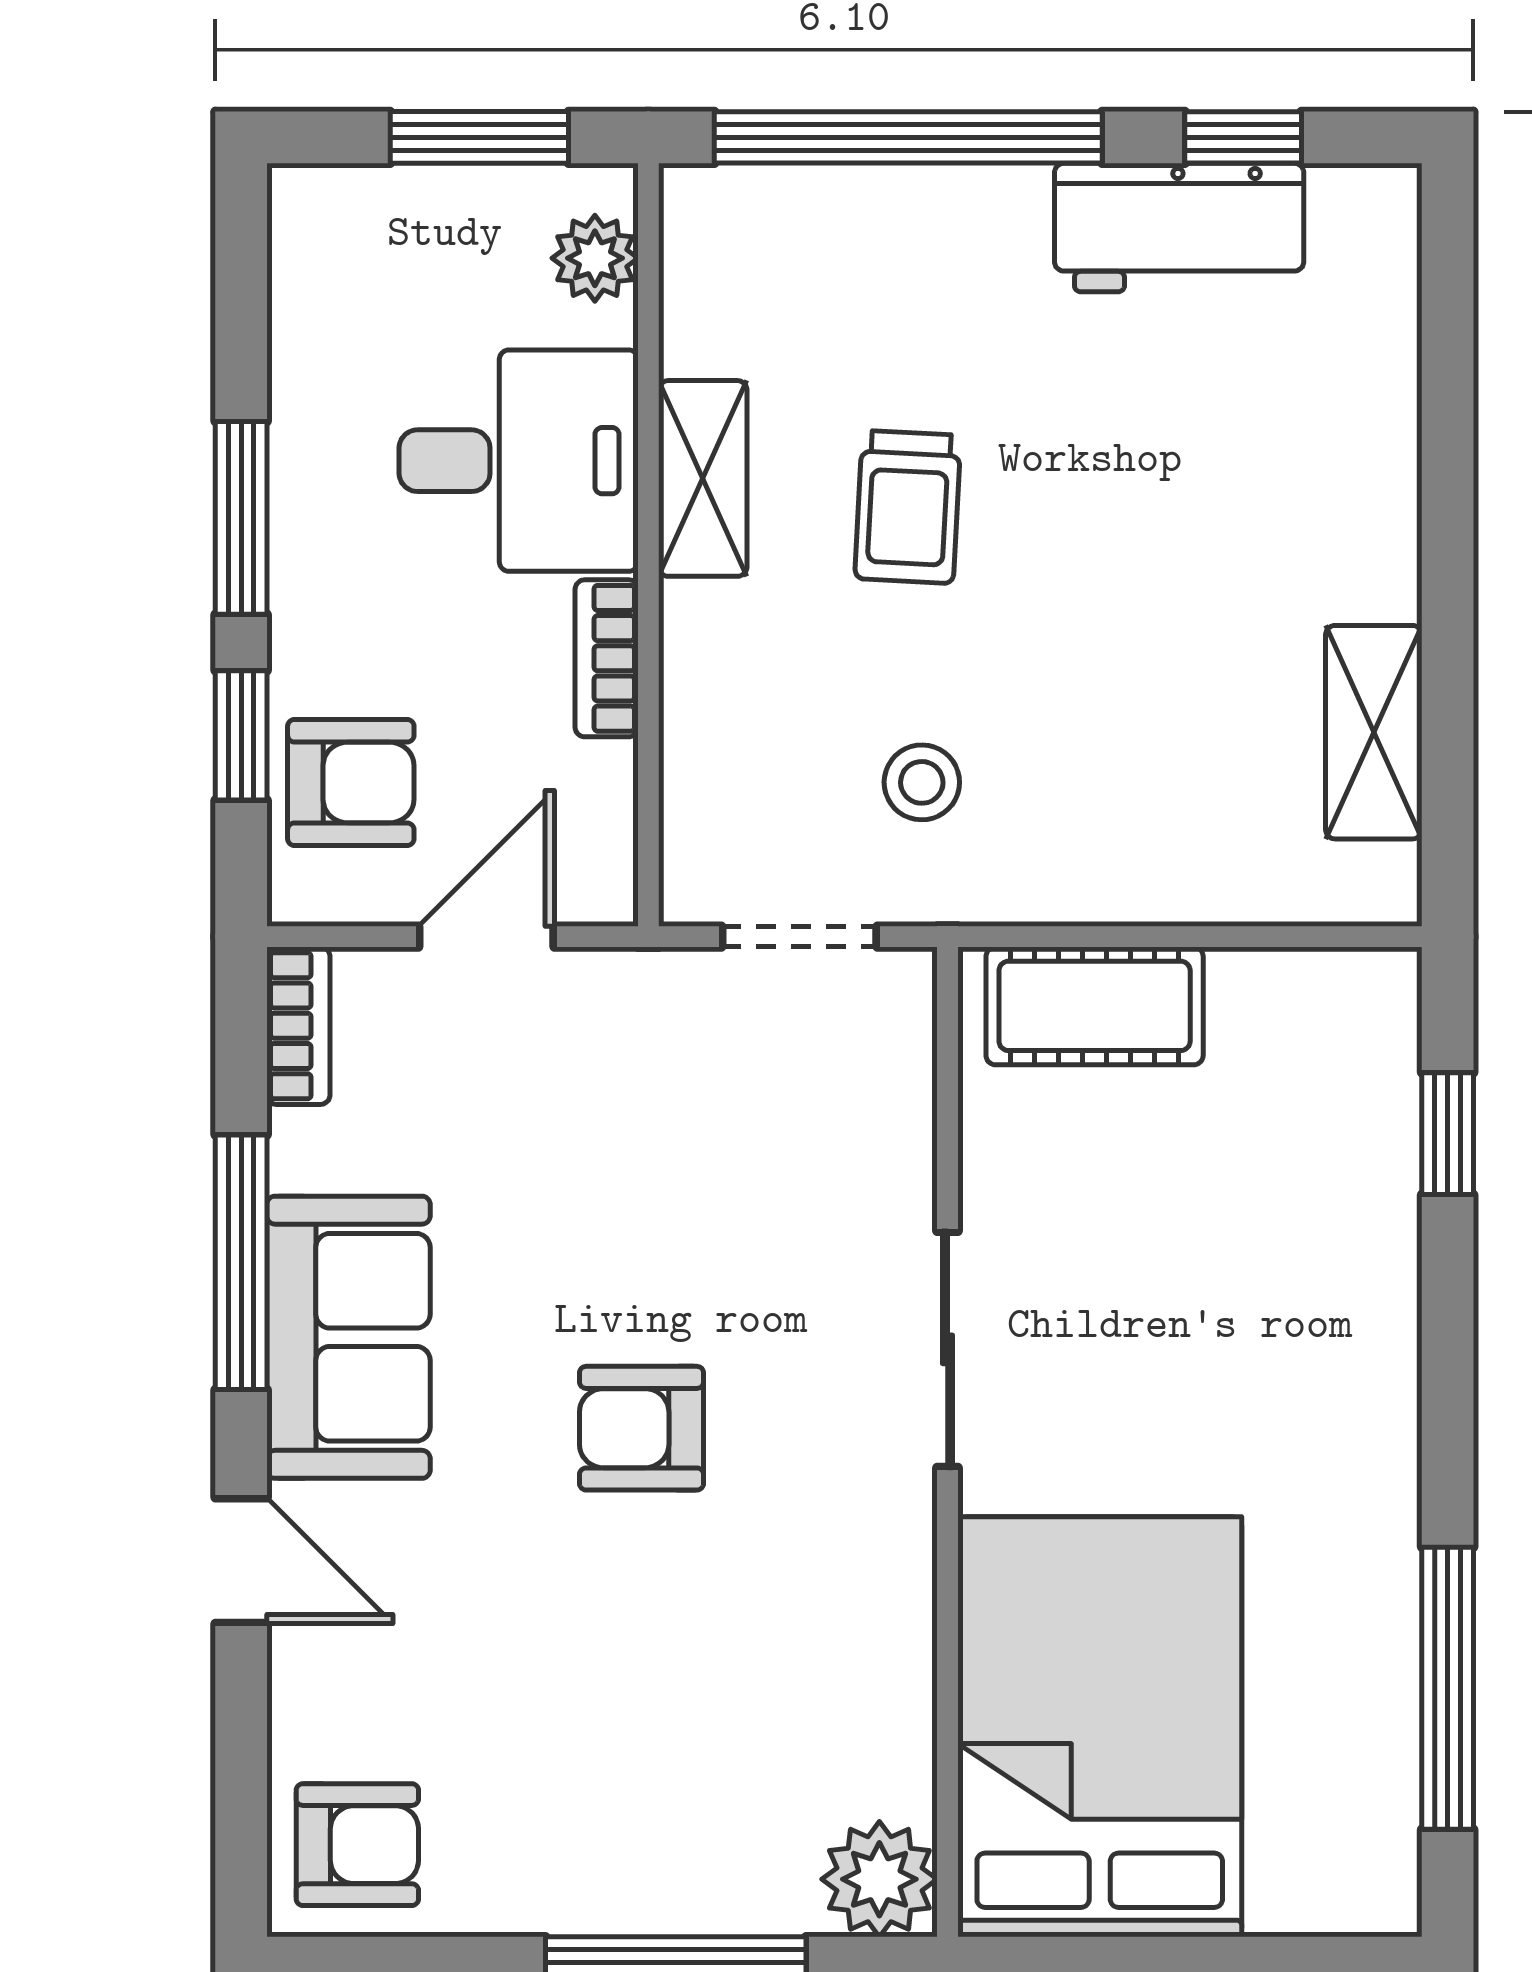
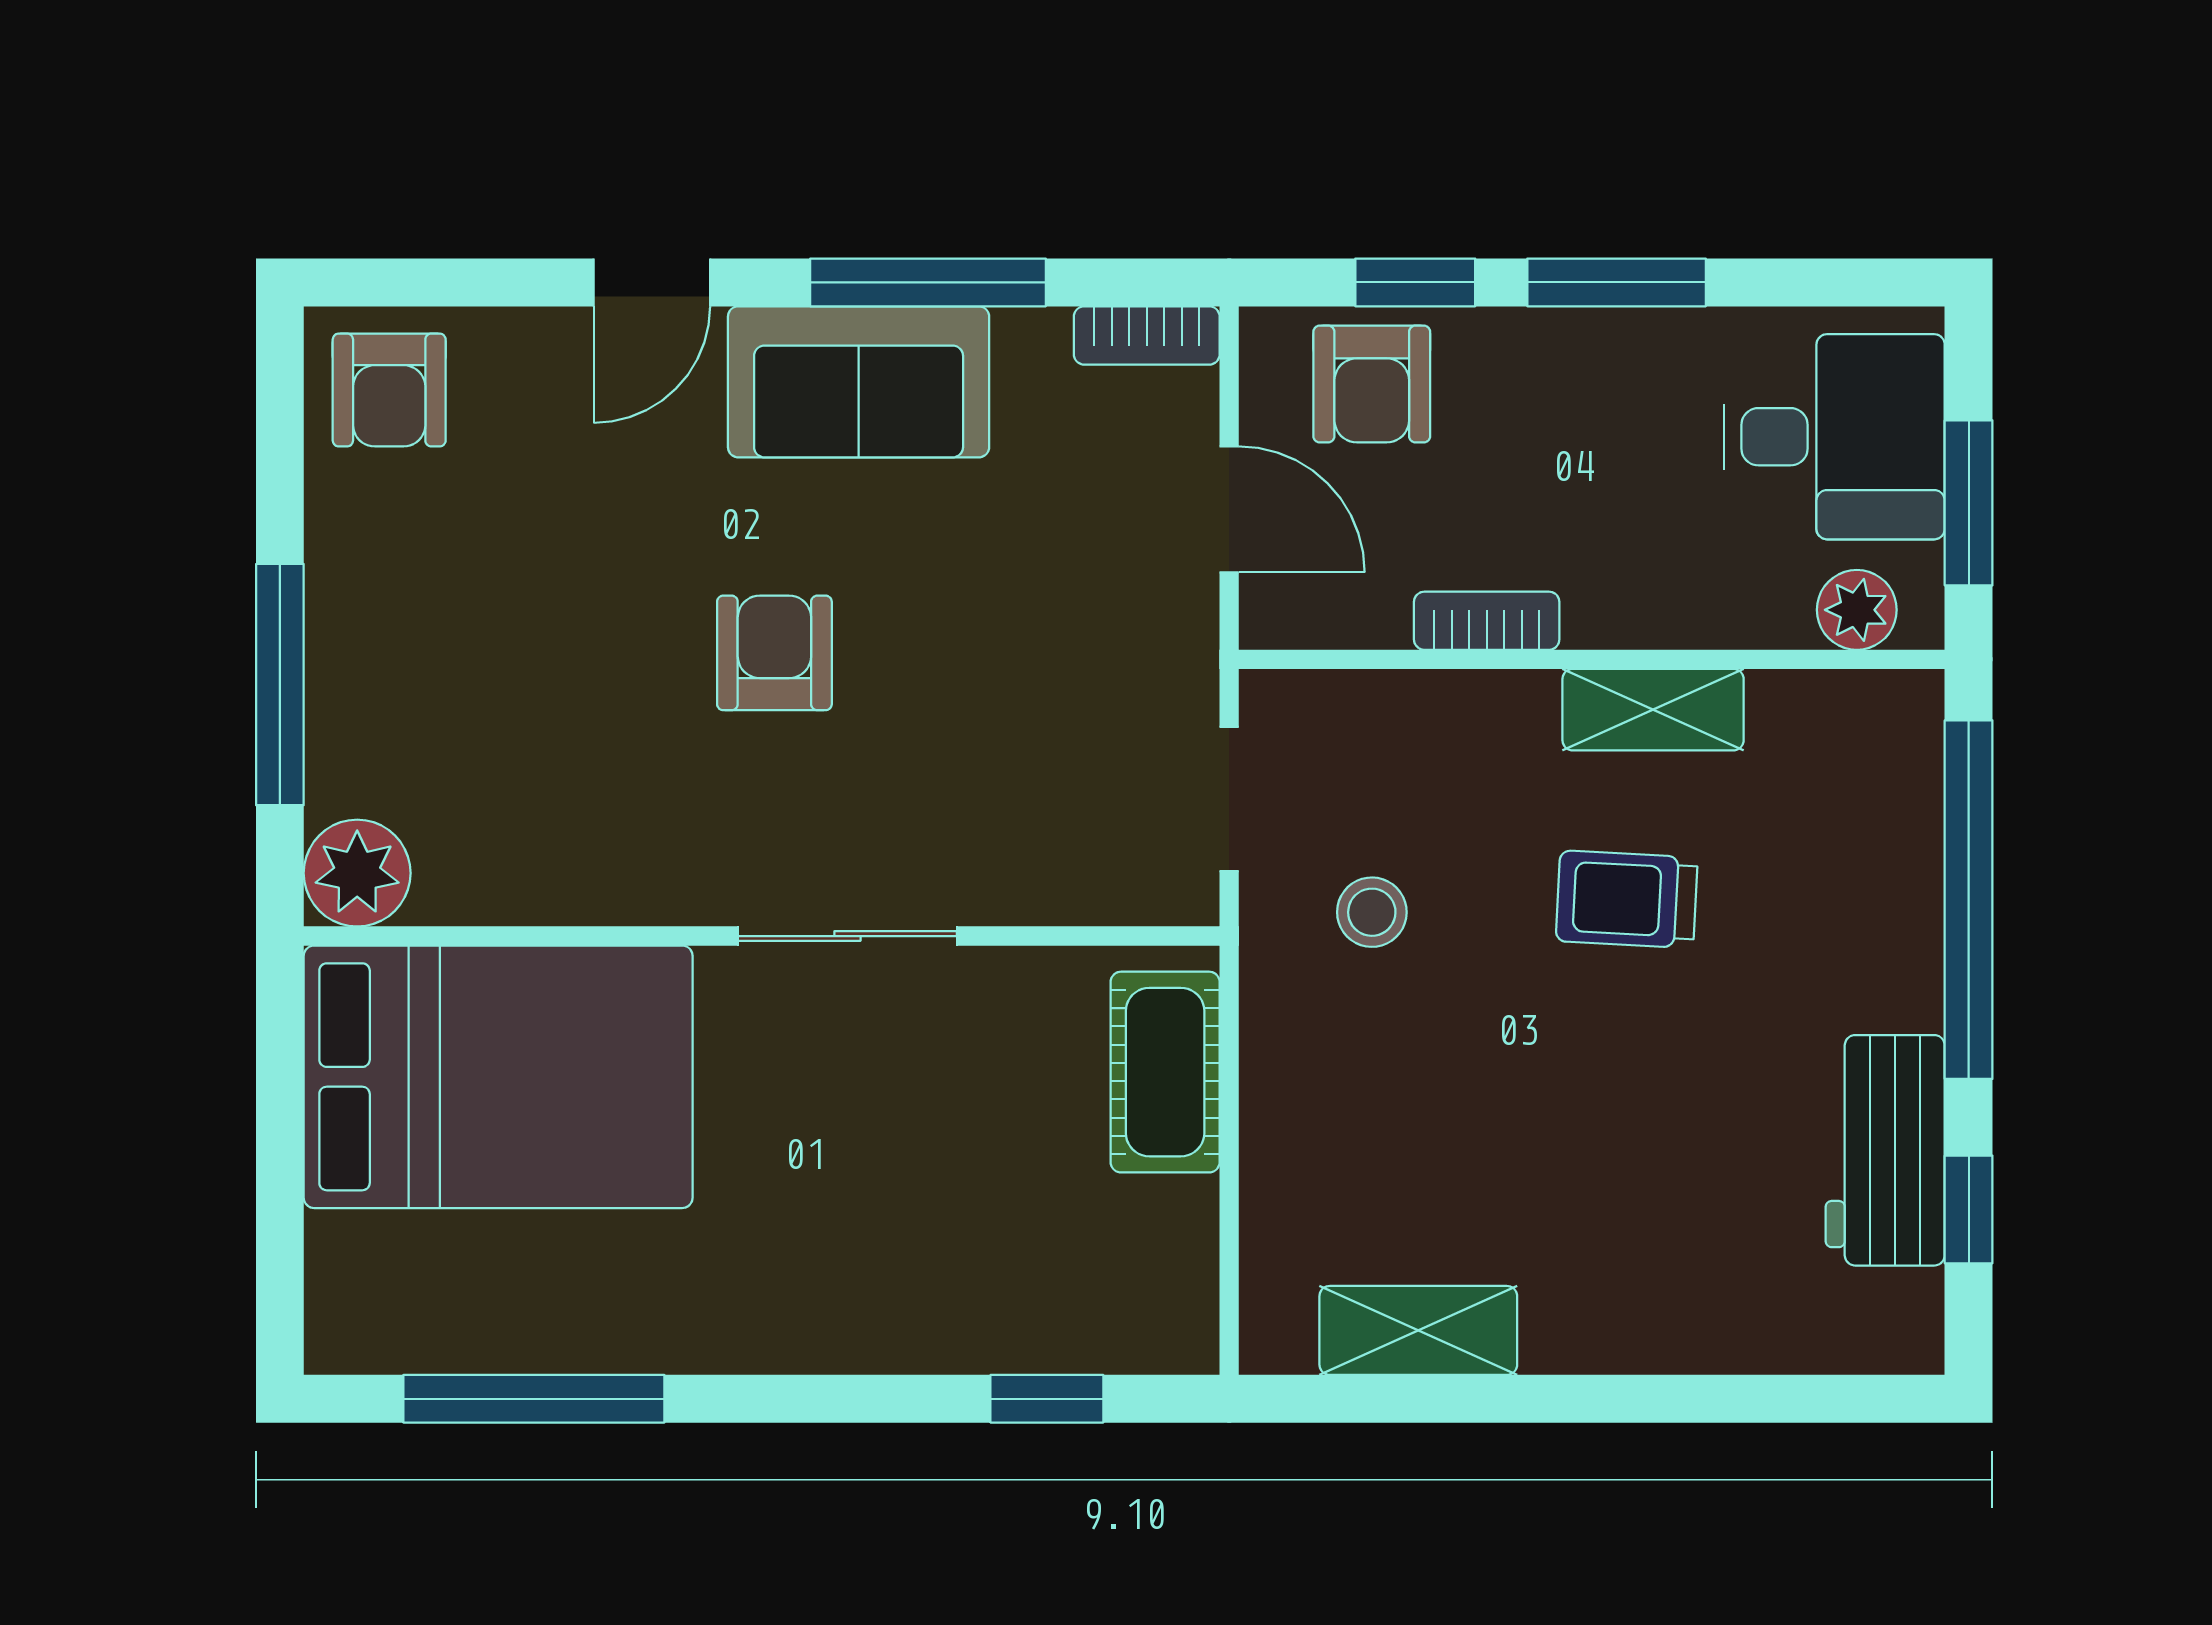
desk: (519, 461) -> (1834, 437), moved, turned -90

